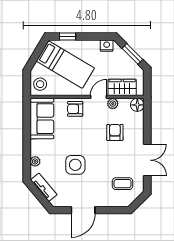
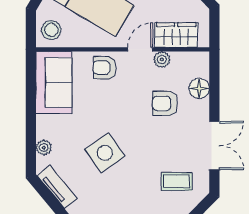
floor lamp: (137, 105) -> (199, 88), moved
armchair: (115, 132) -> (165, 103), turned -90
side table: (75, 165) -> (105, 153), turned -35

